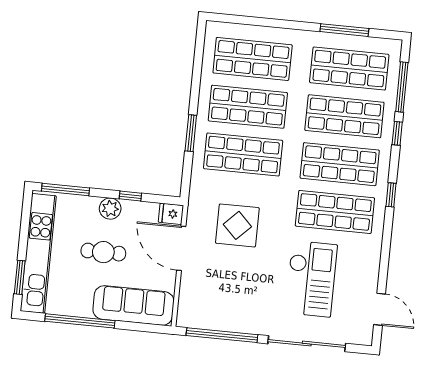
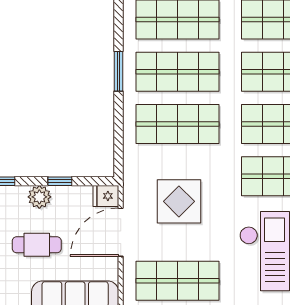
window: (191, 133) -> (119, 71), moved
door: (181, 248) -> (121, 232), hinge flipped
shop shelf: (229, 298) -> (177, 281), added

